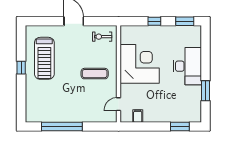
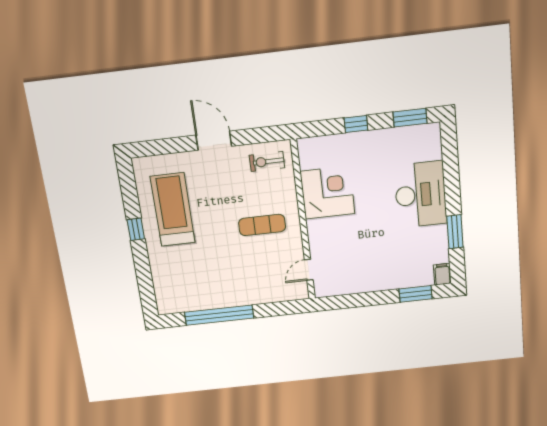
treadmill: (44, 58) -> (173, 210), turned 180
corner desk: (140, 64) -> (328, 193), width x0.74, depth x0.74
filing cabinet: (138, 116) -> (442, 274), moved

